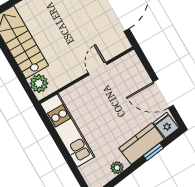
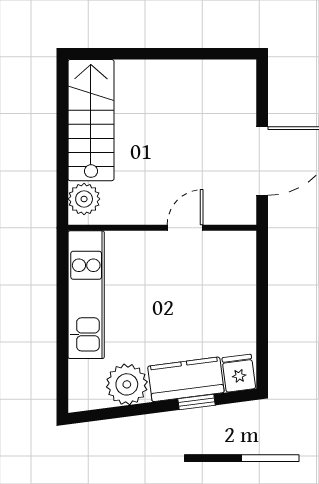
door: (163, 94) -> (262, 323), removed
plant: (117, 168) -> (127, 384), width x1.88, depth x1.88

